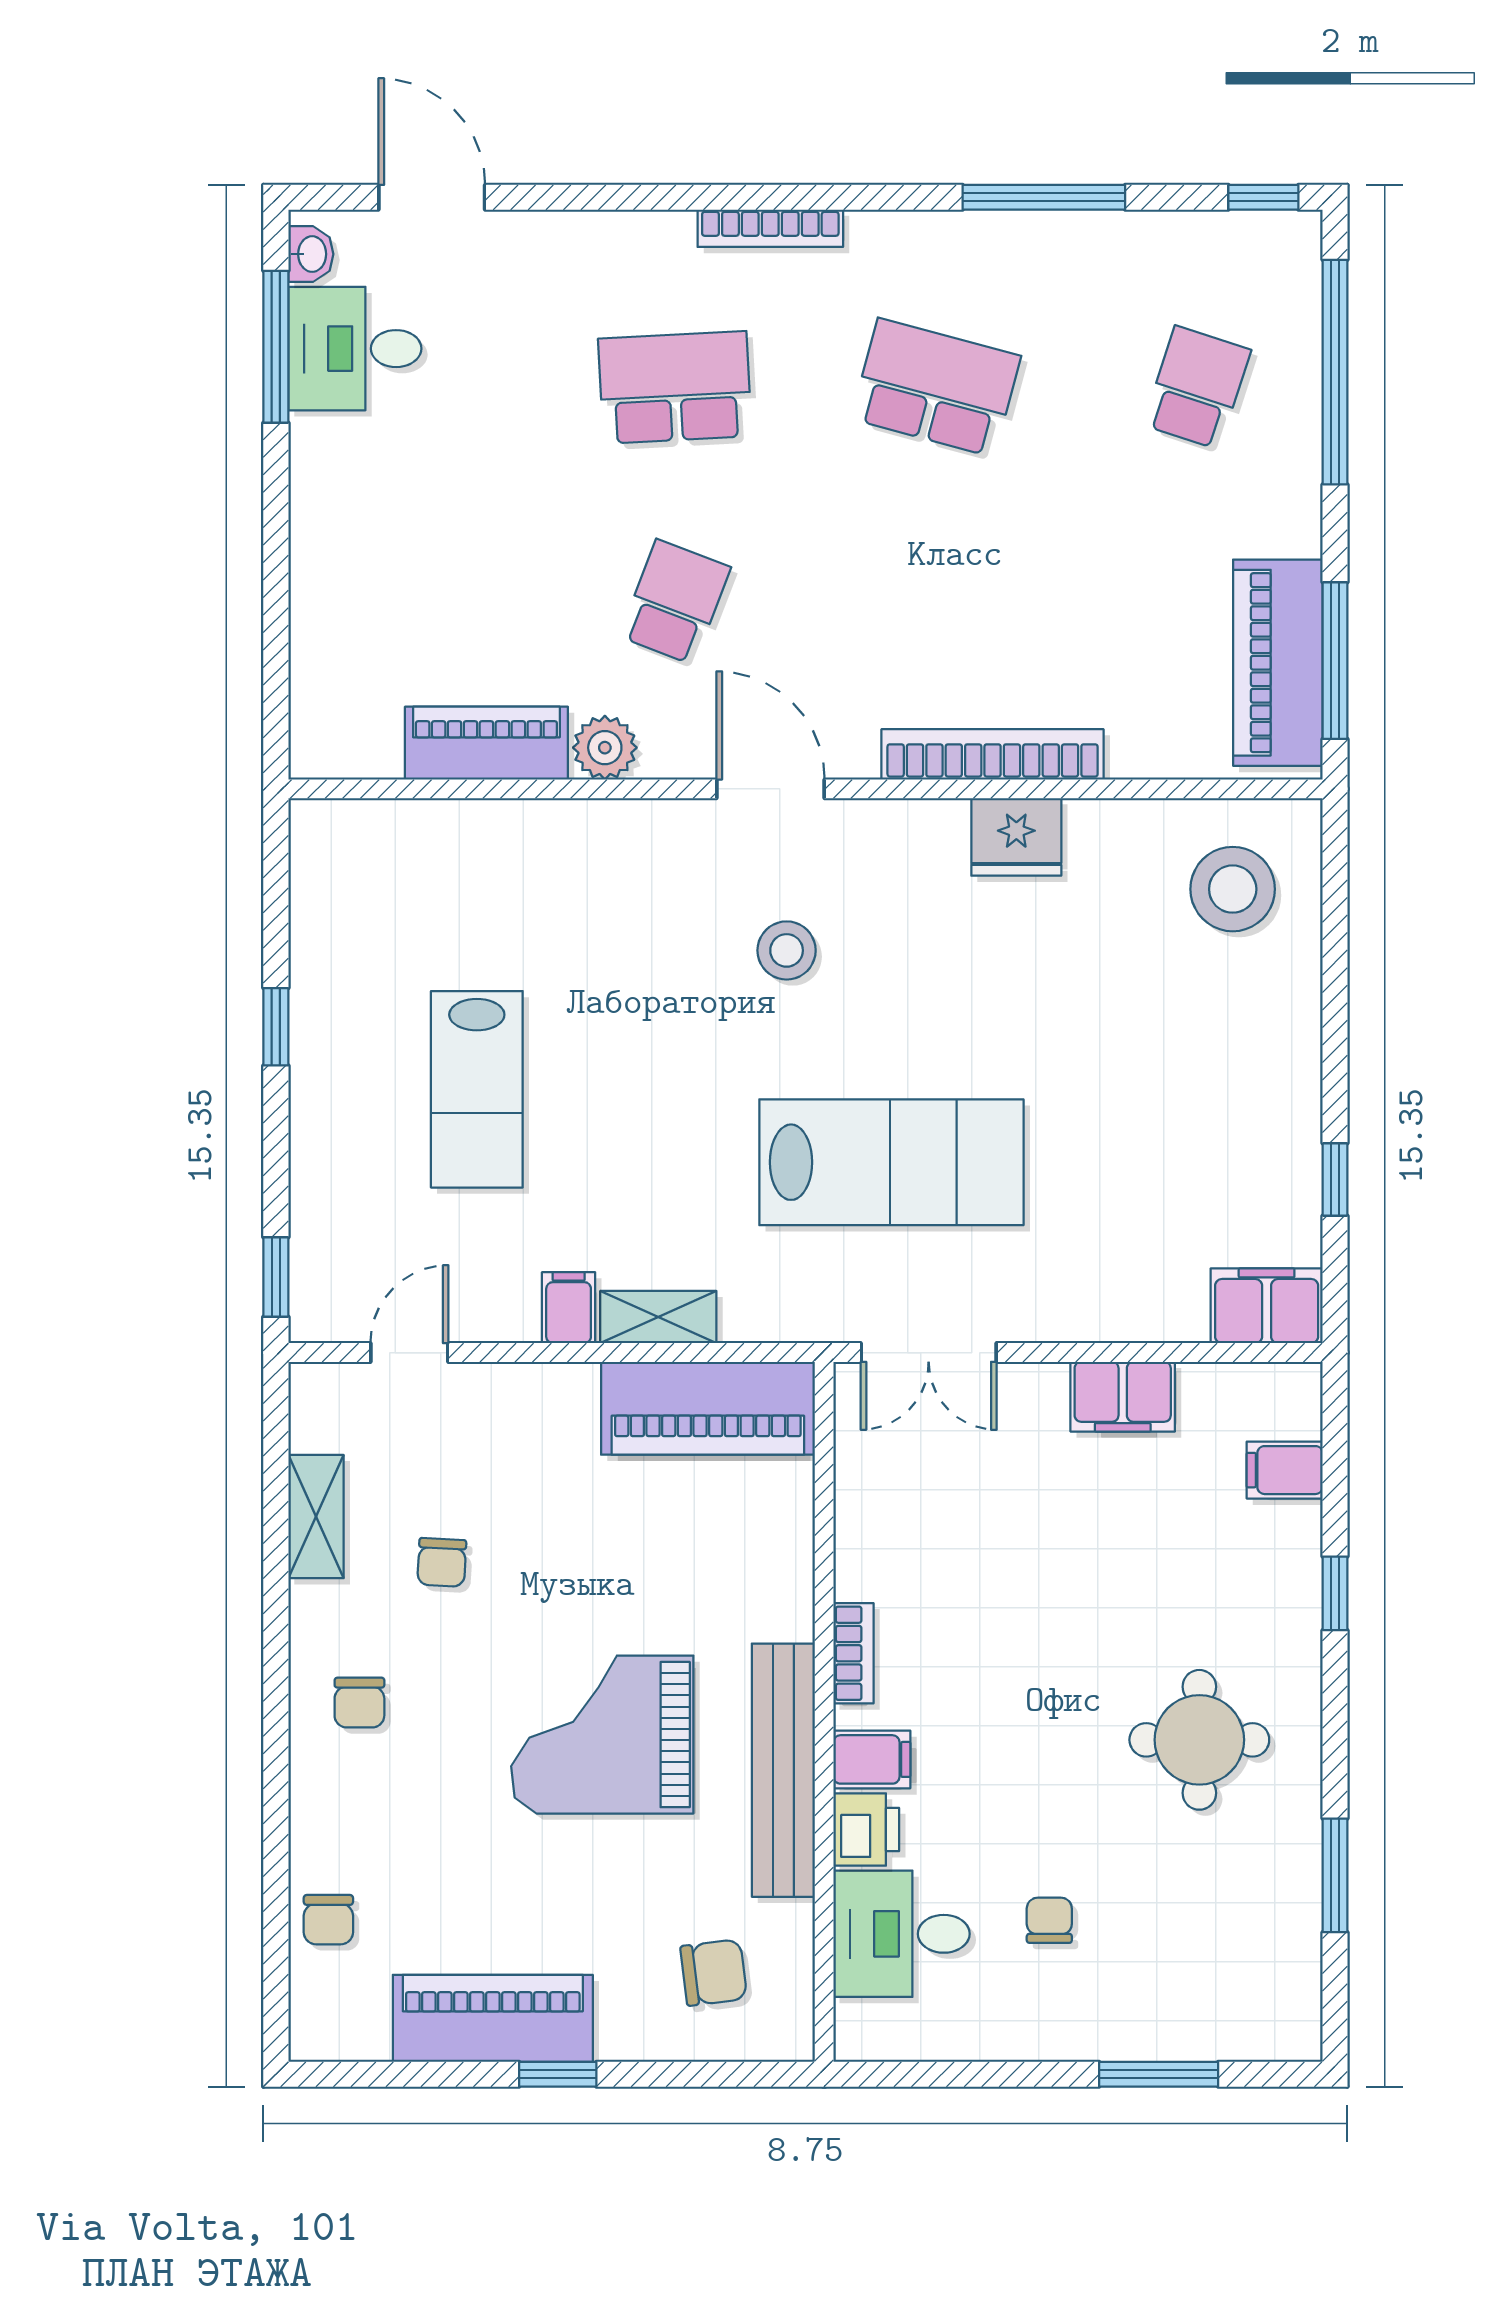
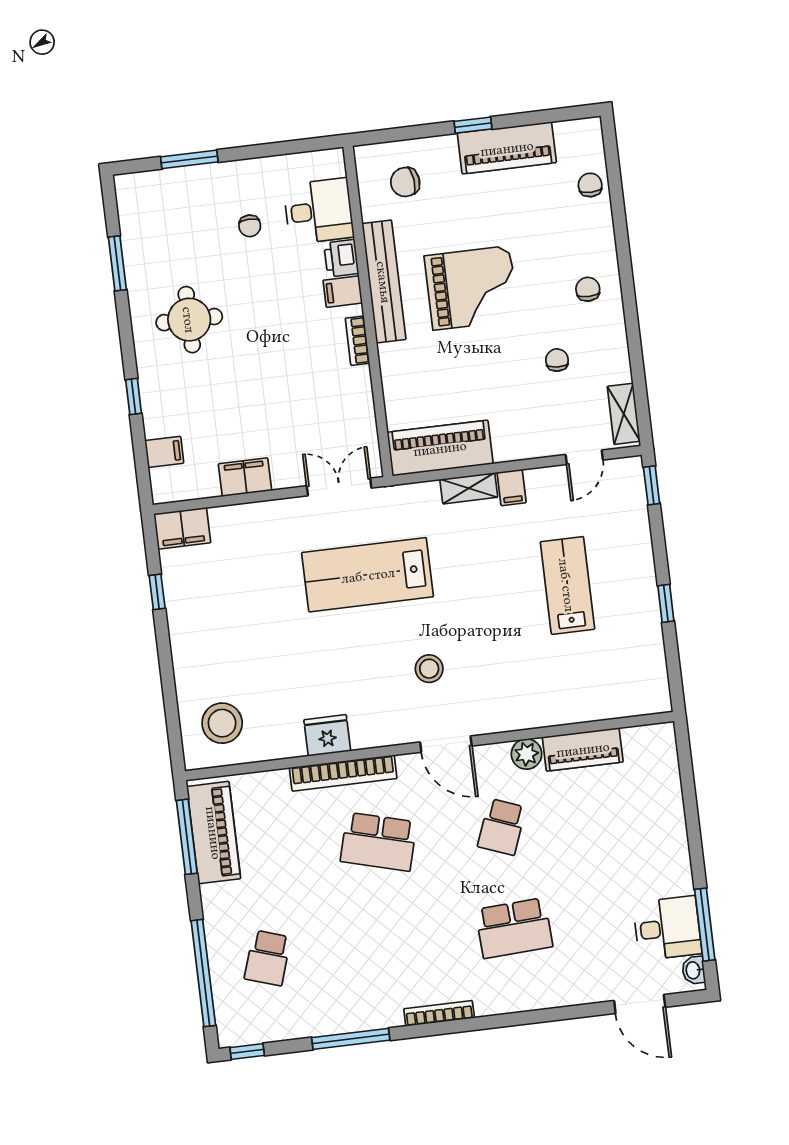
bookcase: (770, 228) -> (439, 1013), moved
school desk: (936, 387) -> (379, 842), moved
shelving: (316, 1517) -> (624, 414), moved

